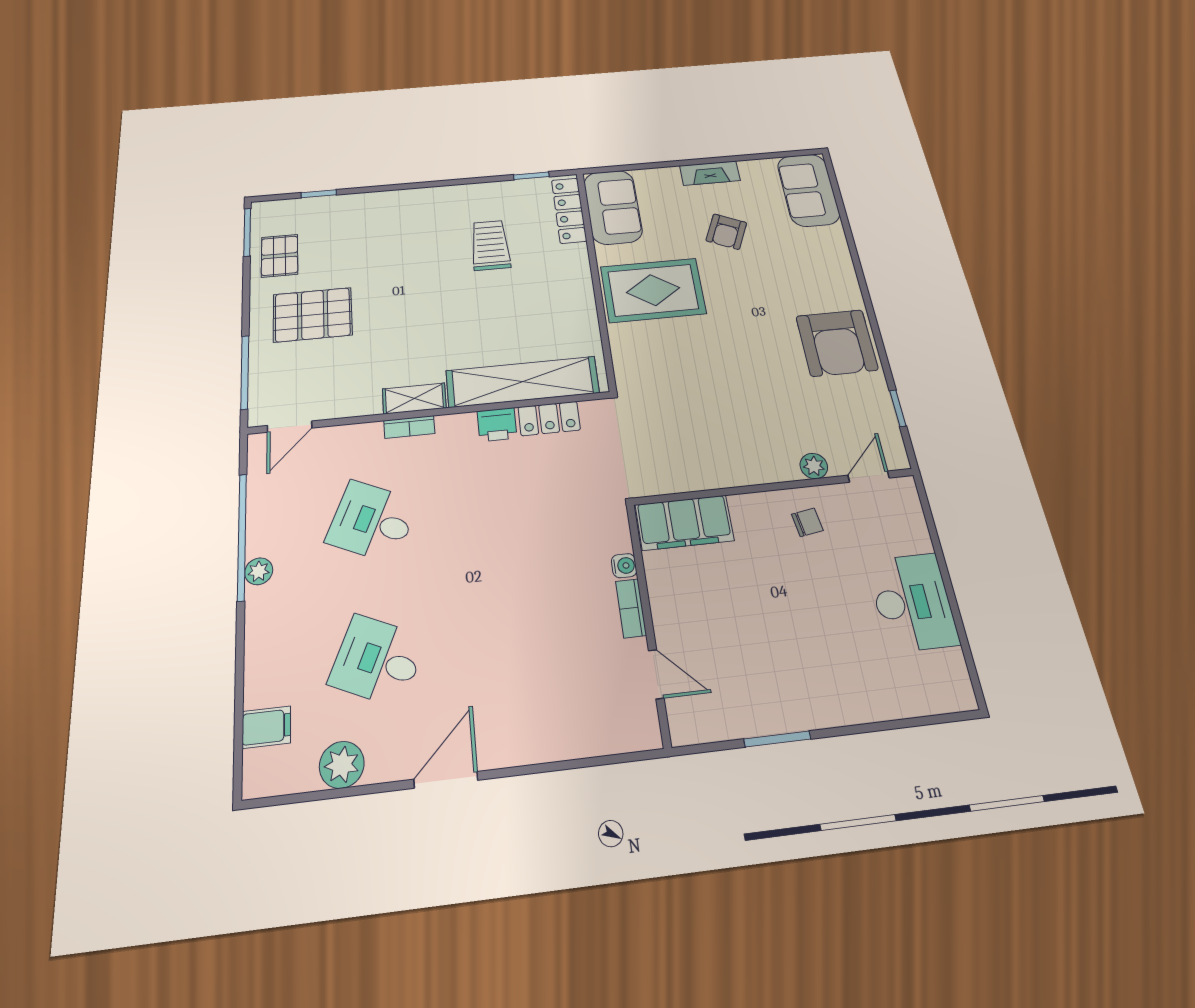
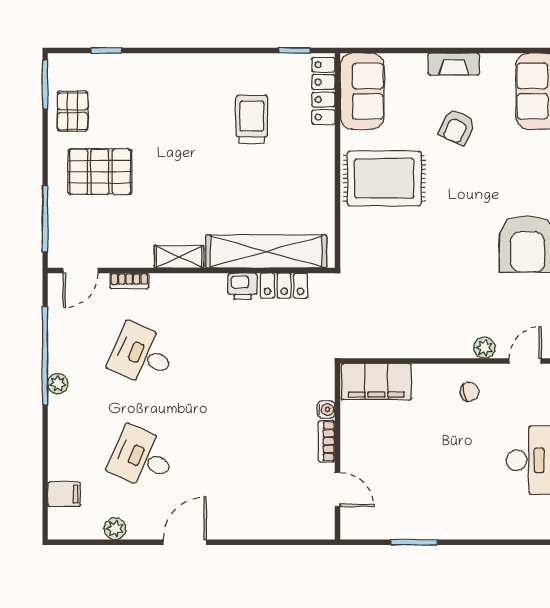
bookcase: (409, 427) -> (129, 281), moved
plant: (342, 765) -> (115, 529), width x0.73, depth x0.73

